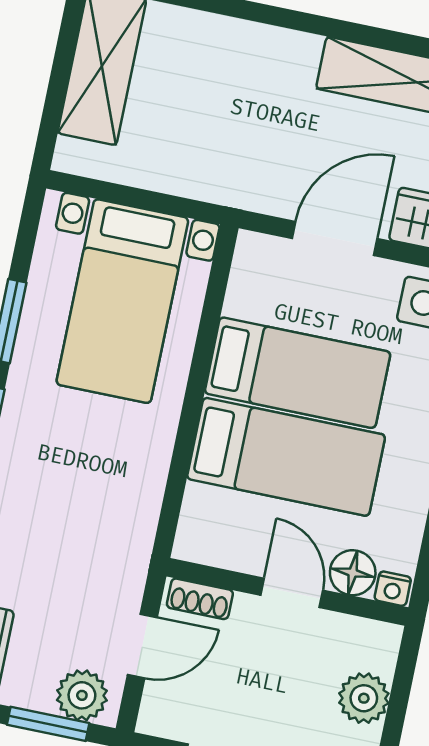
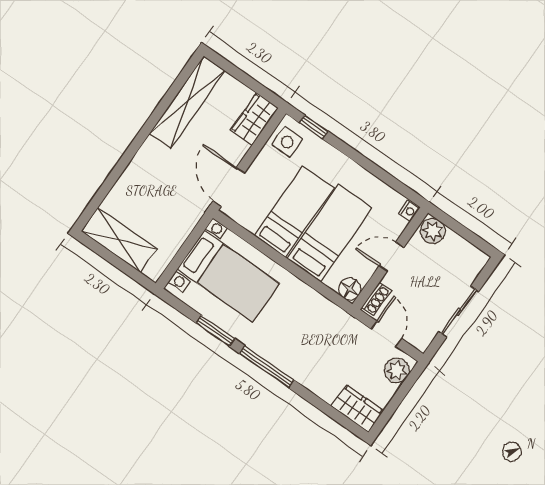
door: (335, 239) -> (229, 187), moved
floor lamp: (353, 573) -> (350, 289), moved
plant: (364, 698) -> (433, 231), moved
window: (48, 724) -> (403, 391), removed

